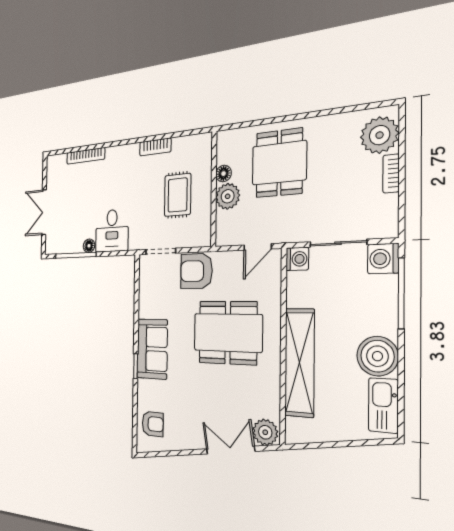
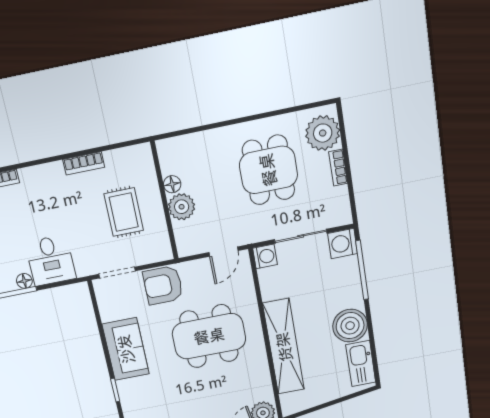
dining table: (279, 163) -> (268, 170), moved
sofa: (152, 349) -> (126, 349), moved

